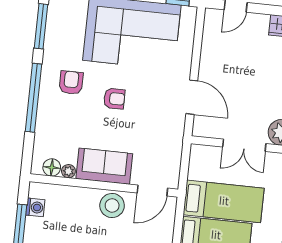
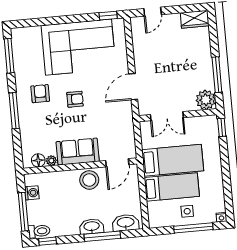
door: (192, 97) -> (133, 87), swing flipped
window: (33, 98) -> (14, 111), width x0.68
double door: (244, 145) -> (167, 116), moved

